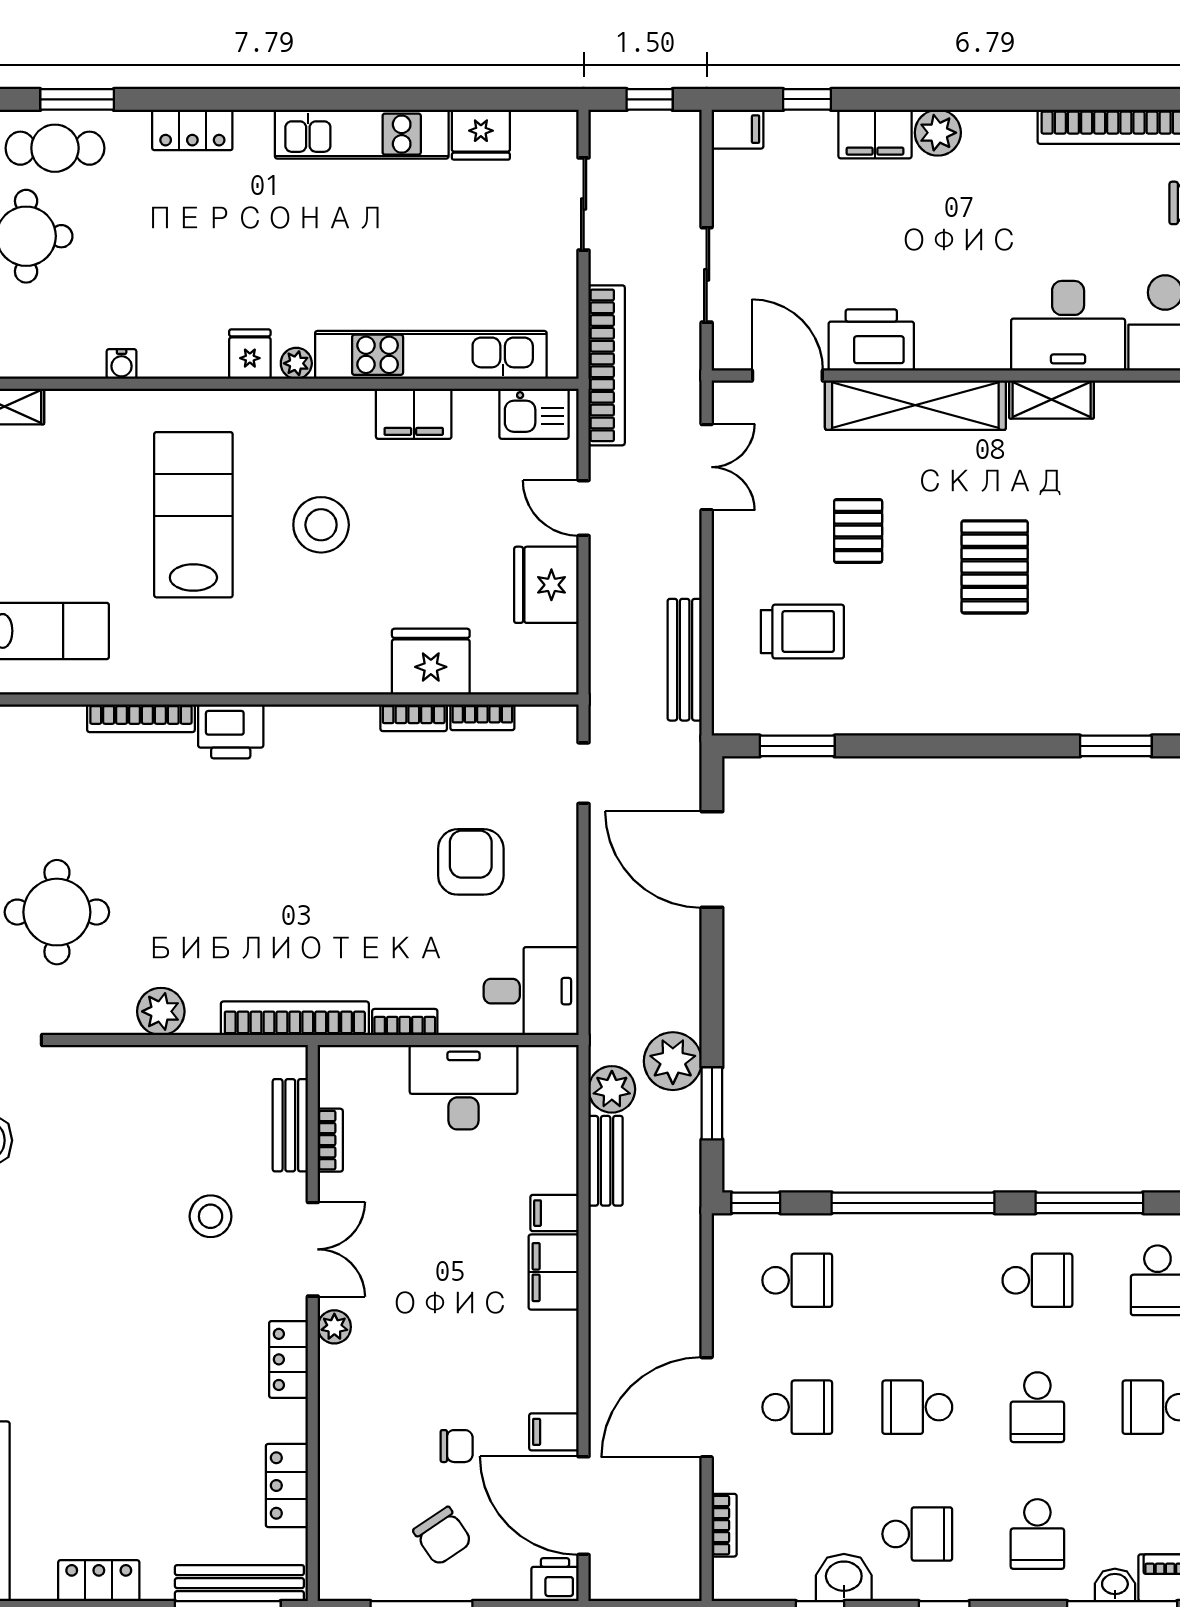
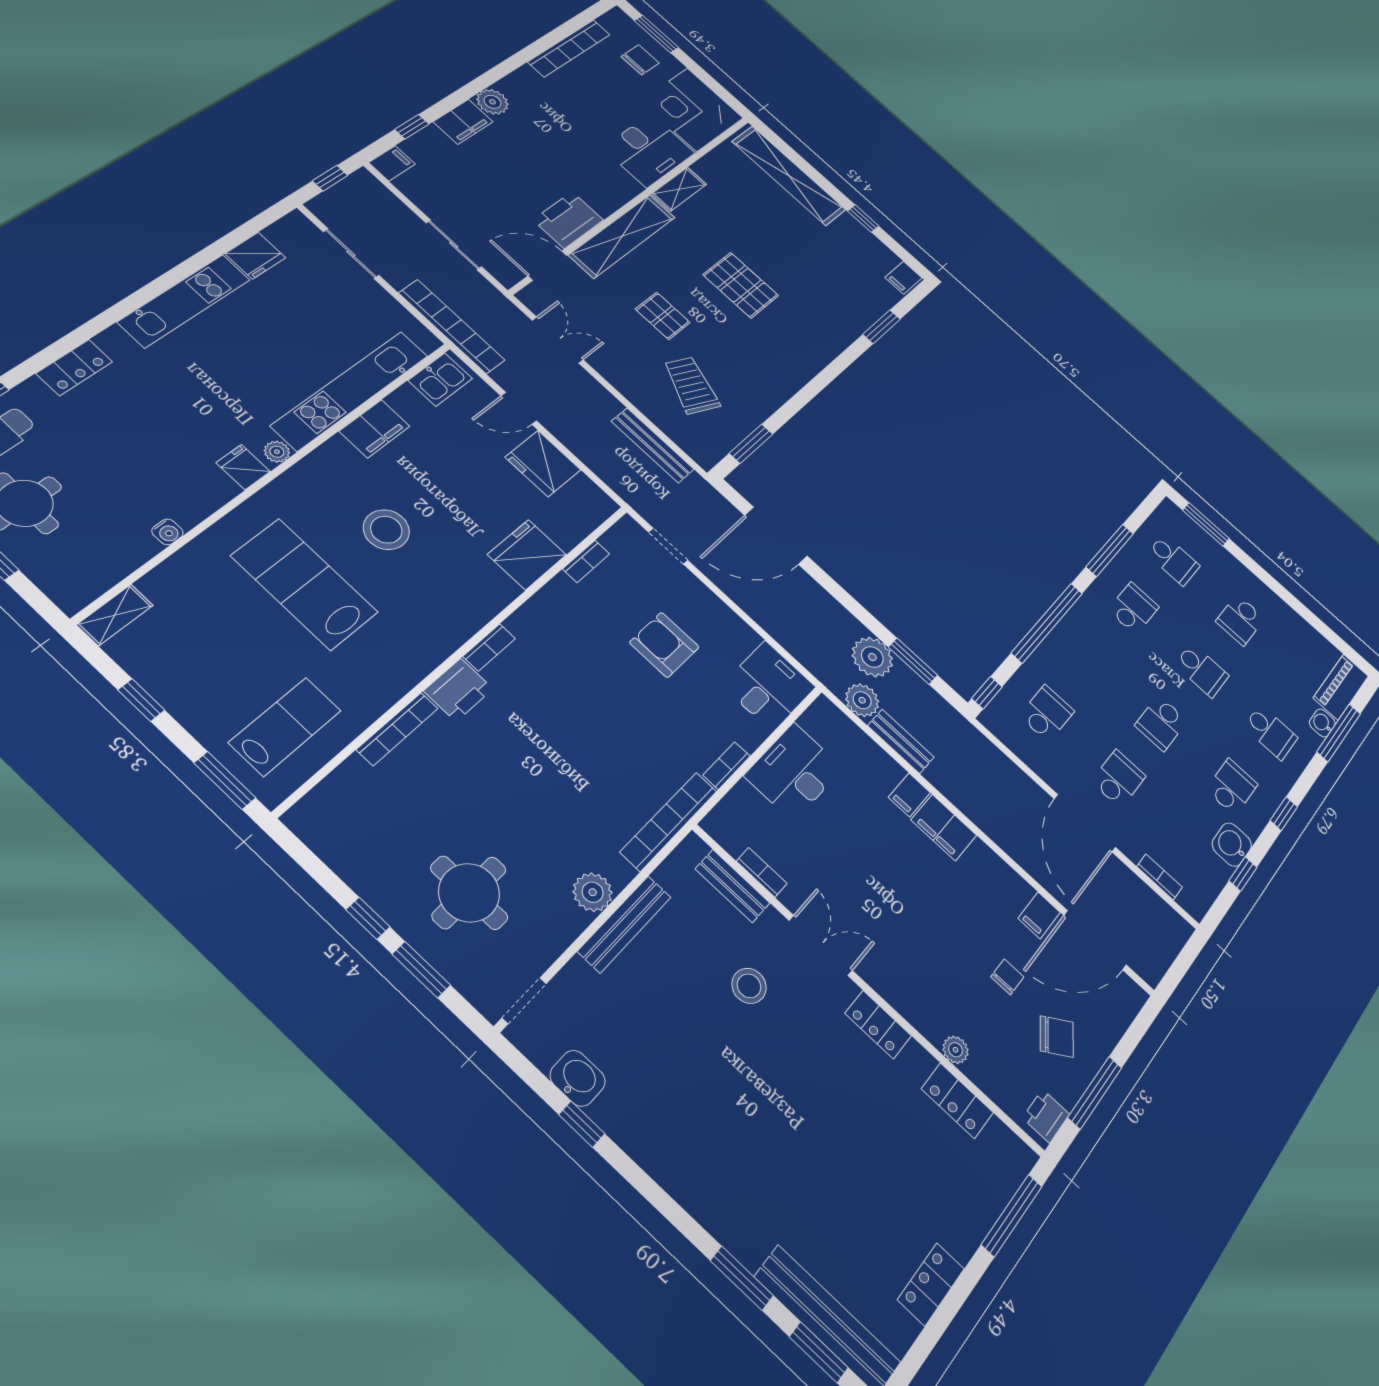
trolley: (802, 632) -> (691, 385), turned -66
bookcase: (414, 718) -> (489, 647), moved
plant: (334, 1327) -> (956, 1050), moved
printer: (555, 1580) -> (1046, 1116), moved
bench: (239, 1583) -> (625, 924), moved

